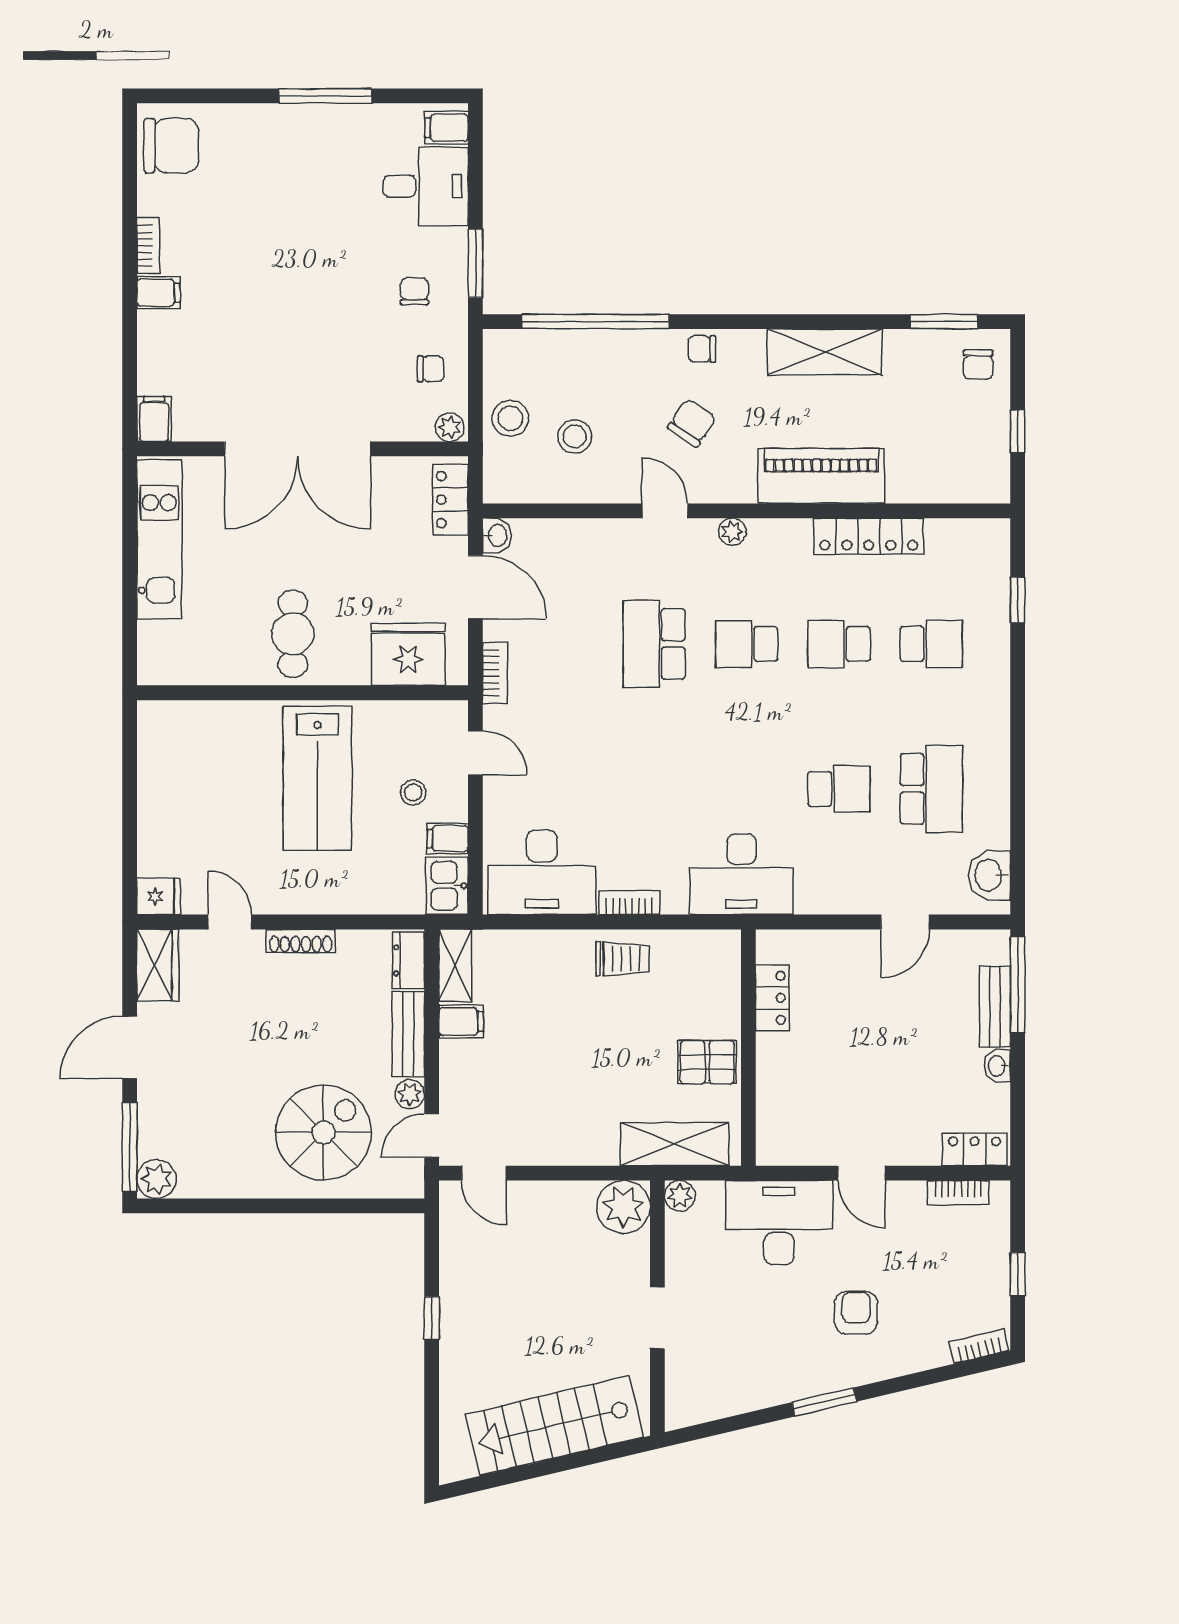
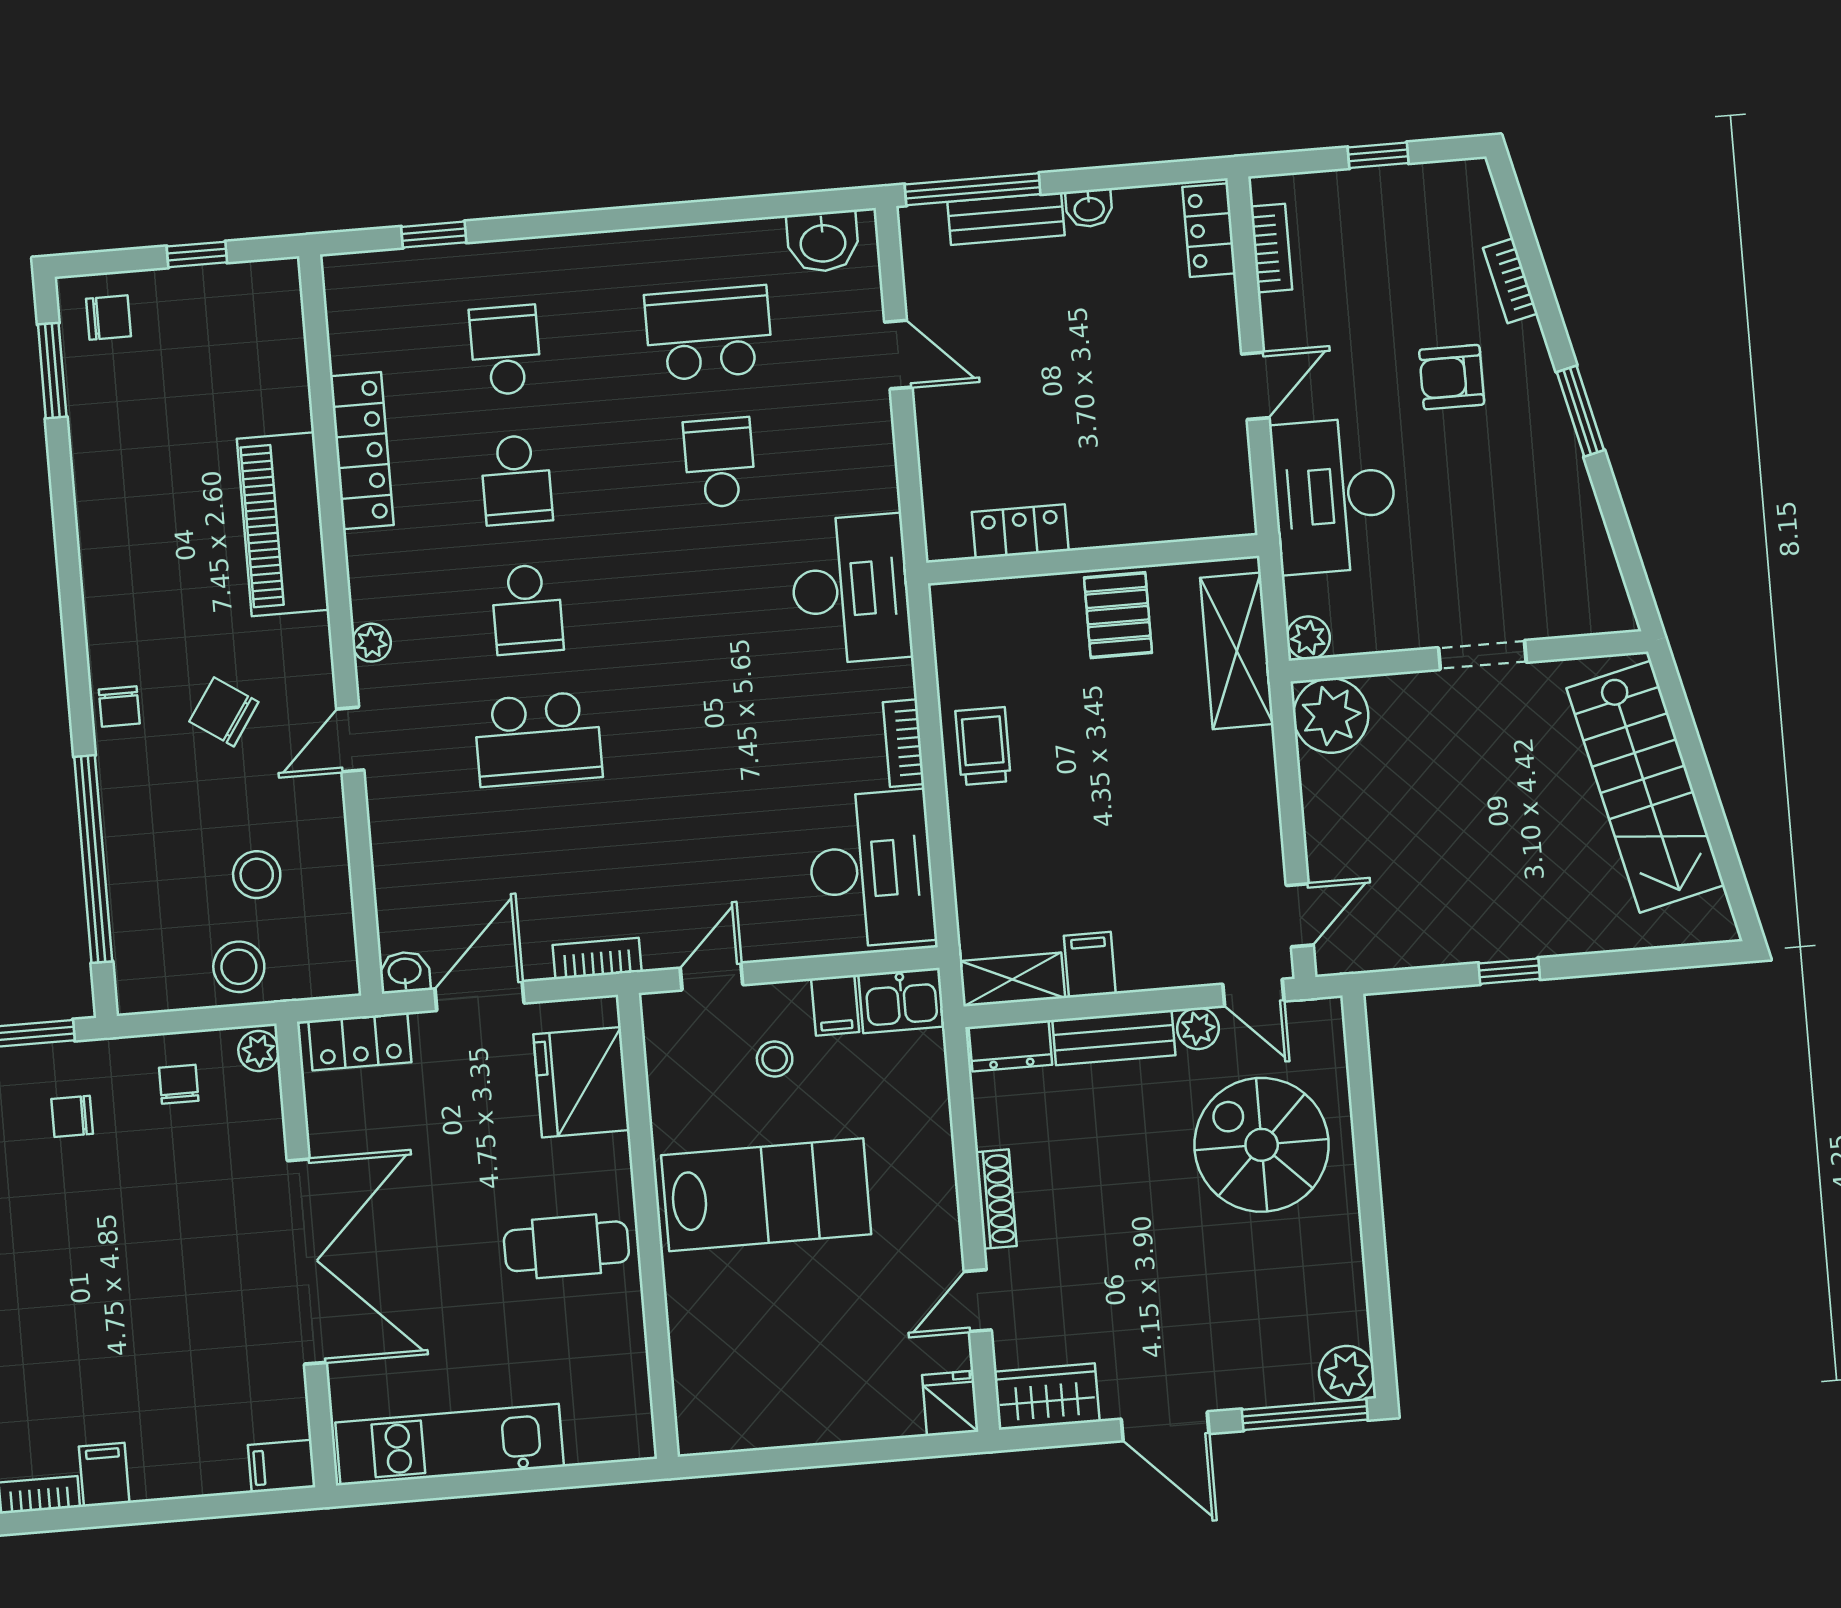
shelving: (825, 352) -> (109, 534), removed
bookcase: (979, 1346) -> (1510, 281), moved

